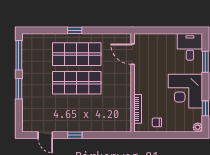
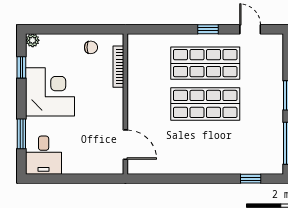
window: (75, 30) -> (251, 179), moved
shop shelf: (77, 54) -> (205, 63), moved

